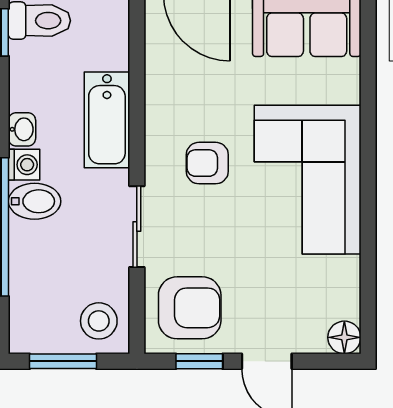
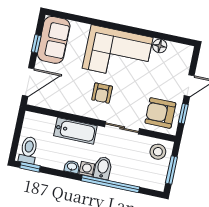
armchair: (190, 308) -> (160, 113), turned -90
floor lamp: (344, 337) -> (160, 46), moved

